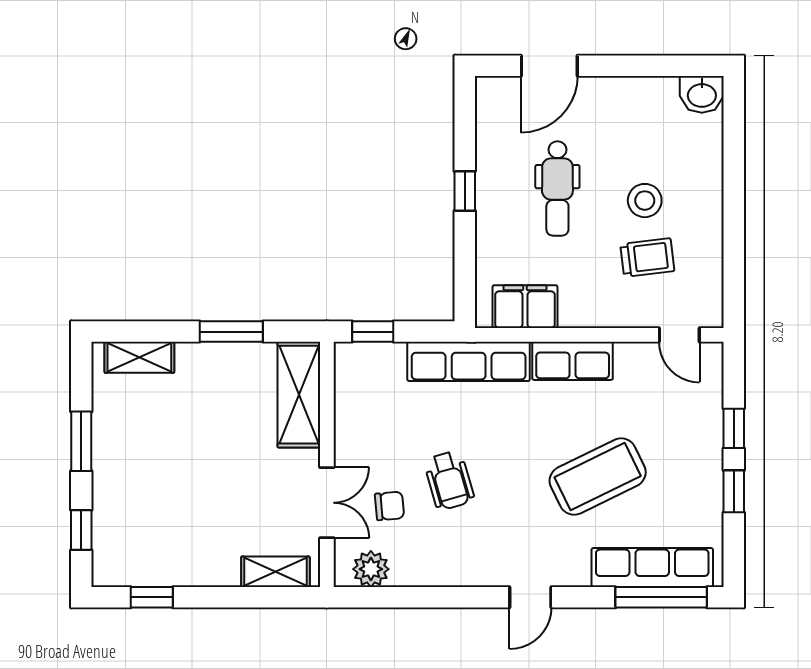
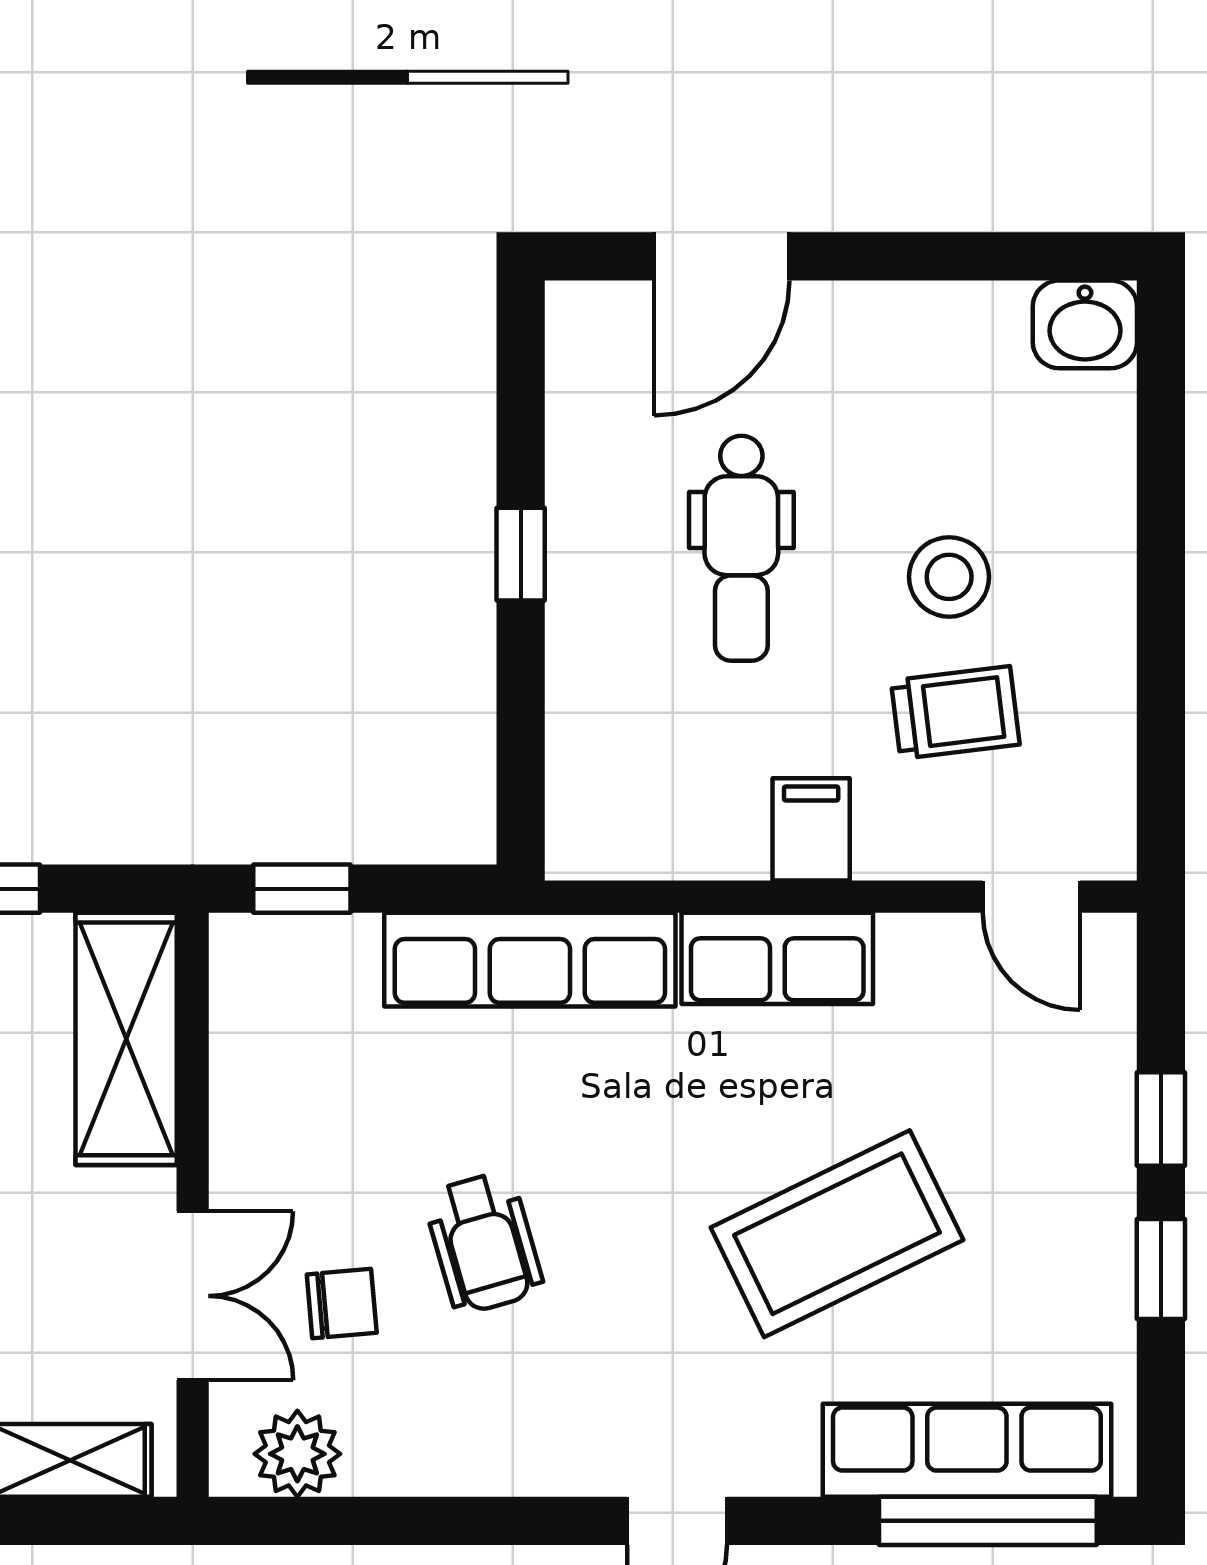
filing cabinet: (525, 307) -> (811, 829), moved, width x0.50

